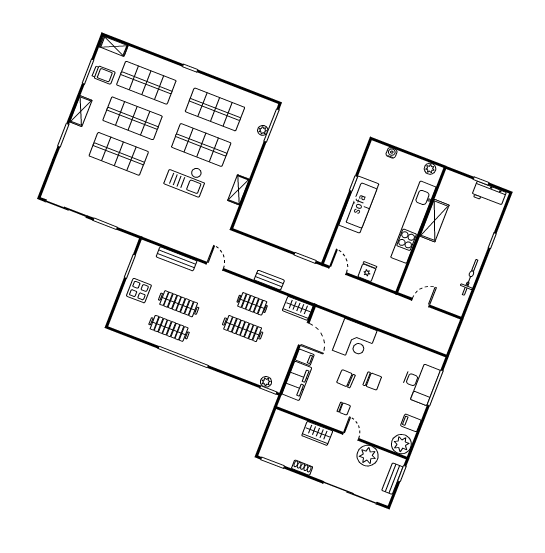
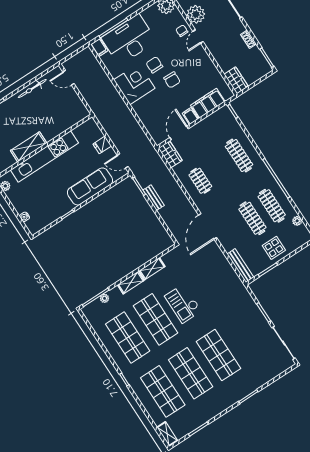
trolley: (103, 75) -> (189, 419), removed
shelving: (81, 111) -> (131, 283), moved
checkout: (186, 178) -> (183, 304), turned 180
sofa: (359, 204) -> (90, 186), moved
bench: (177, 259) -> (240, 266), moved
door: (215, 266) -> (208, 226), width x1.87
door: (338, 270) -> (123, 161), hinge flipped
bench: (269, 280) -> (154, 198), moved
door: (421, 303) -> (69, 78), moved
clothes rail: (243, 329) -> (239, 156), moved
corner desk: (355, 341) -> (134, 84), moved
plant: (266, 382) -> (297, 221), moved
desk: (420, 383) -> (129, 40), width x1.36, depth x1.30
chair: (344, 409) -> (182, 31), moved
filing cabinet: (411, 423) -> (99, 48), moved
wardrobe: (317, 433) -> (236, 80), moved

